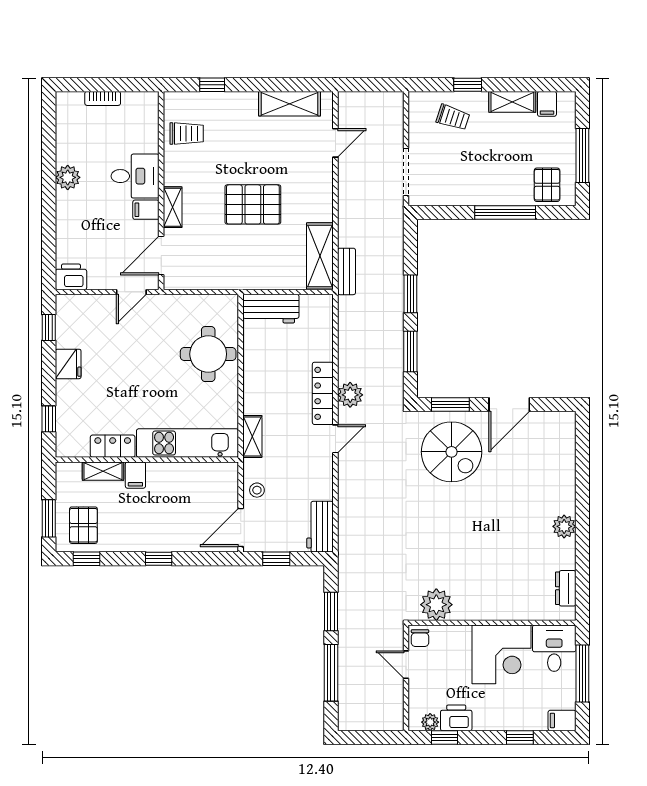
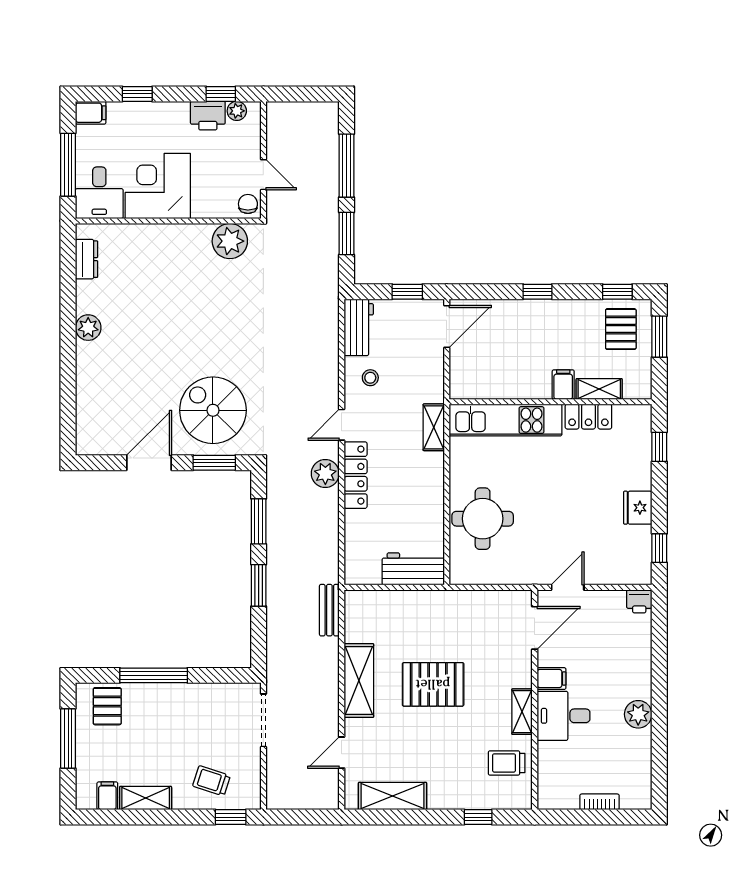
window: (468, 85) -> (231, 817), moved
shelving: (173, 207) -> (522, 712), moved
shelving: (320, 256) -> (359, 681), moved
printer: (71, 277) -> (639, 601), width x0.73, depth x0.81
stool: (257, 490) -> (370, 378), moved

